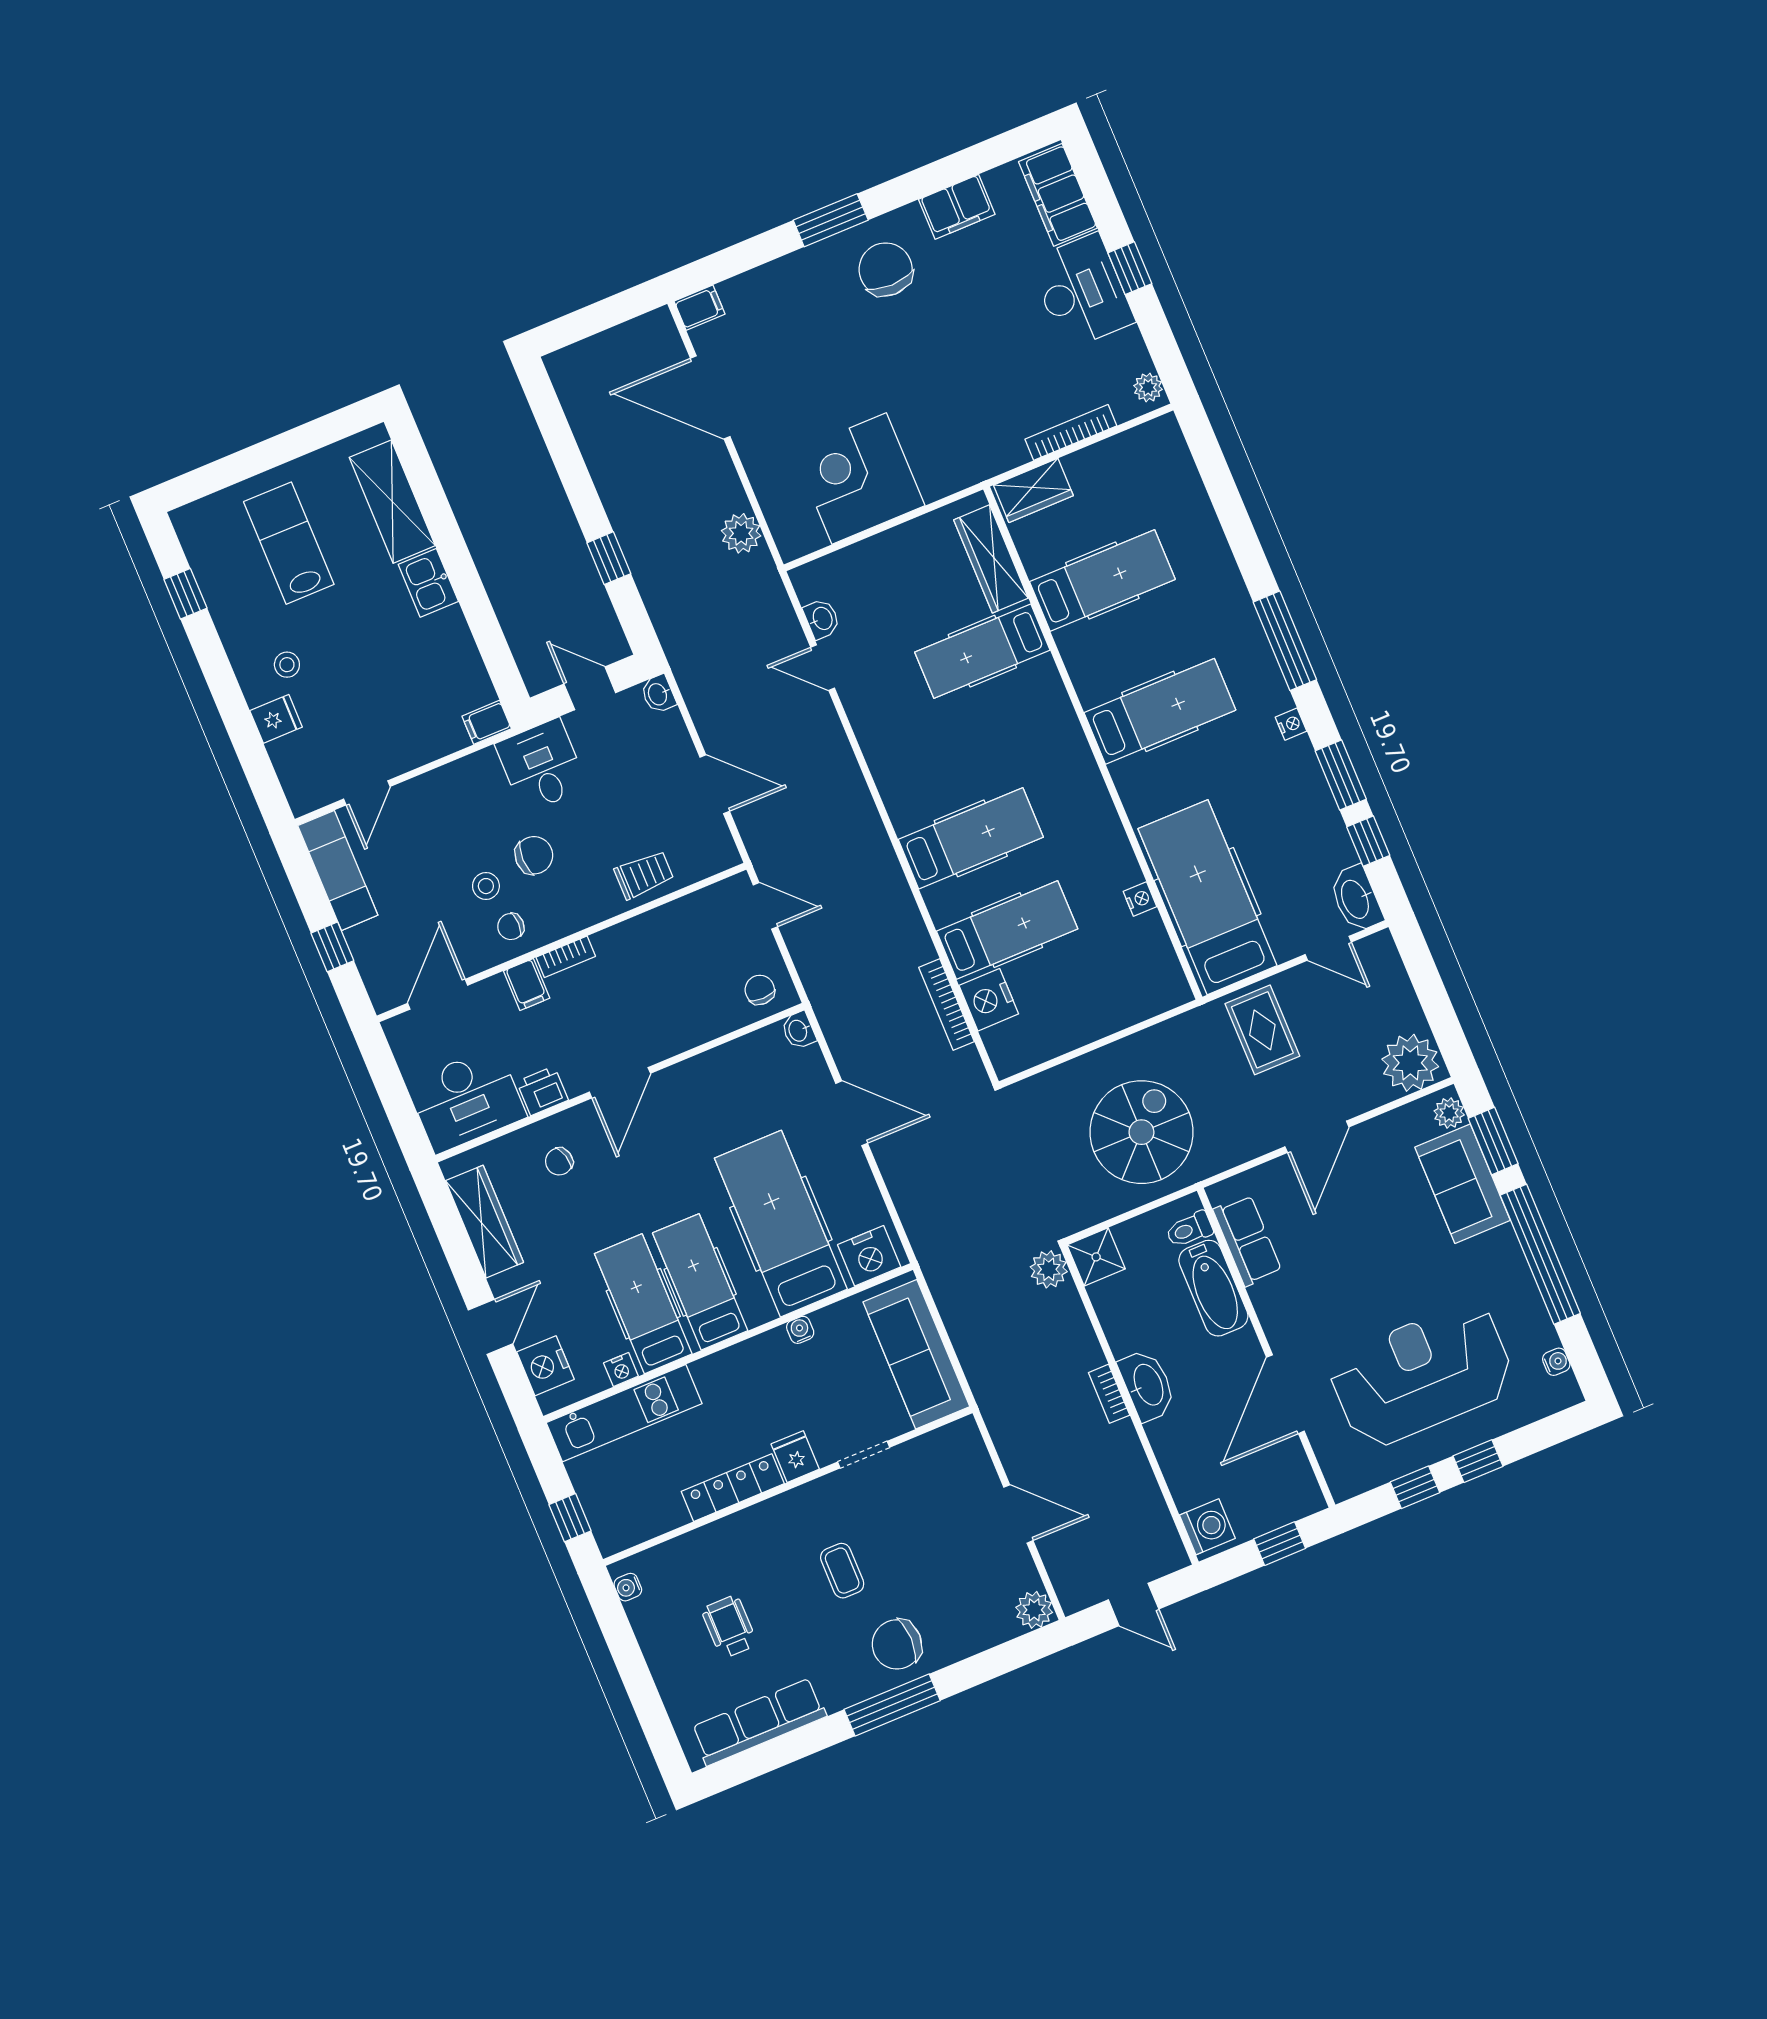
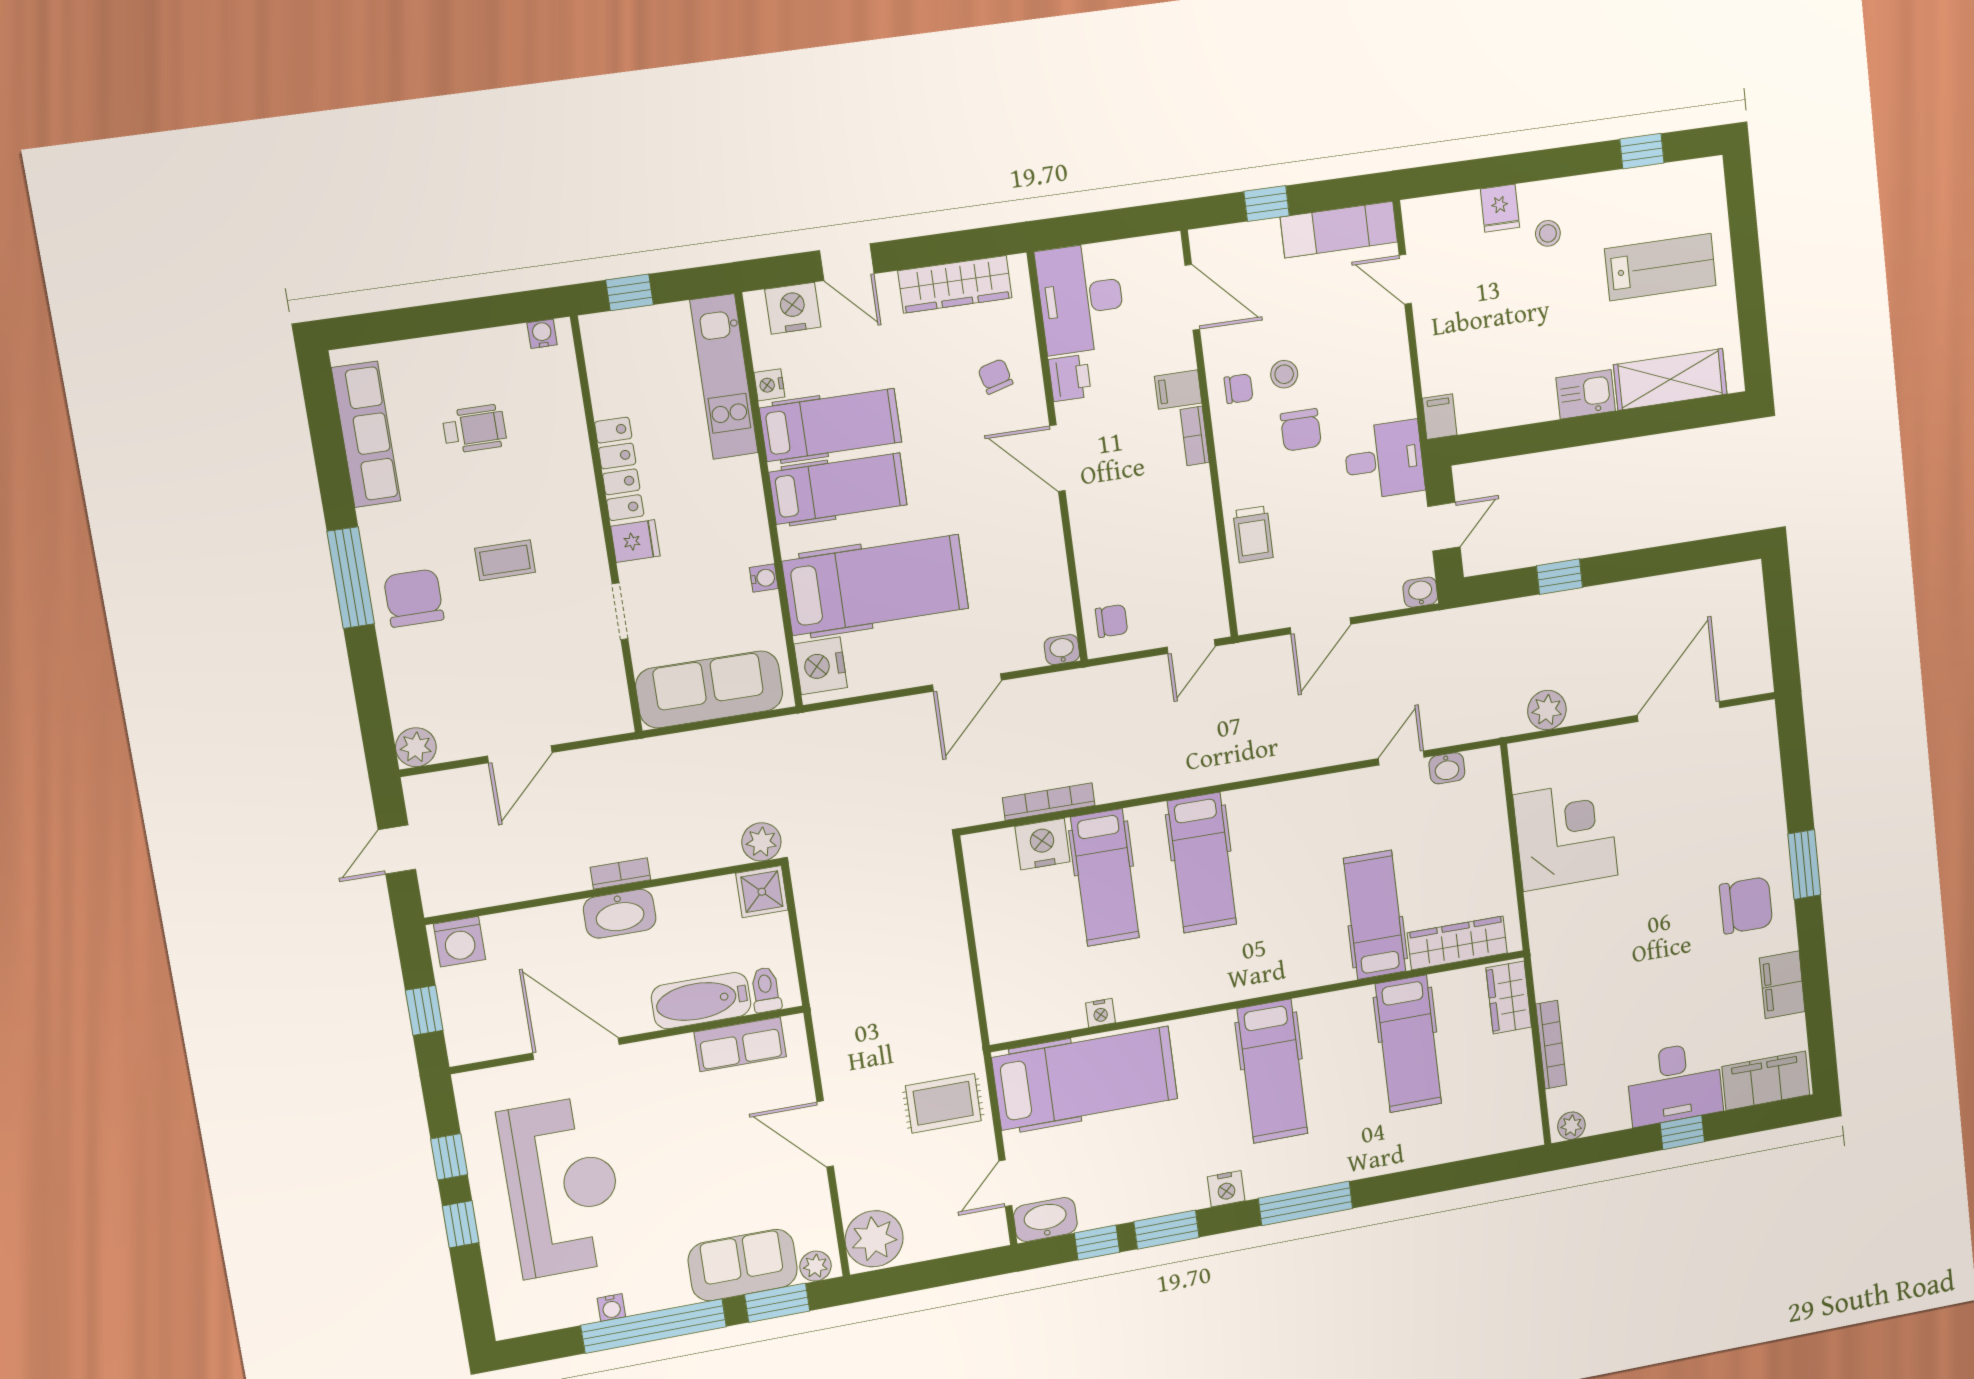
filing cabinet: (700, 308) -> (1762, 722), removed
nightstand: (1291, 724) -> (1226, 1189), width x1.39, depth x1.35
chair: (511, 927) -> (1239, 389), turned 90
spiral stairs: (1141, 1132) -> (874, 964), removed
water cooler: (1556, 1362) -> (611, 1308), moved

